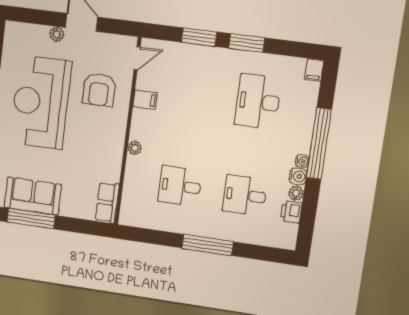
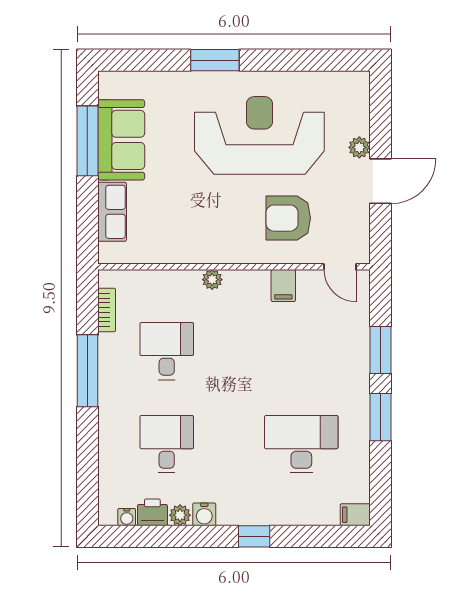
window: (319, 144) -> (254, 536), width x0.32
water cooler: (302, 161) -> (127, 517), moved
row of seats: (107, 203) -> (112, 212), moved, turned 90
bookcase: (146, 223) -> (107, 310), added
window: (208, 245) -> (87, 371), moved

